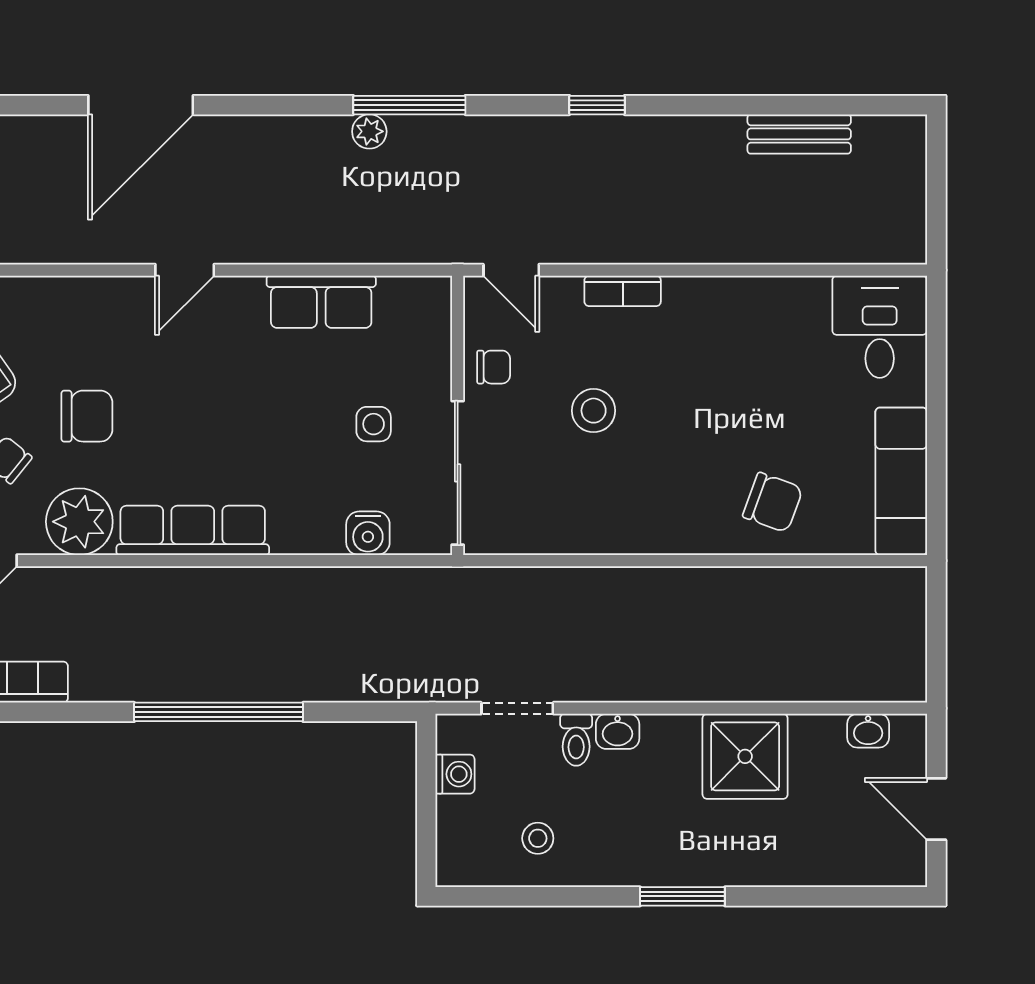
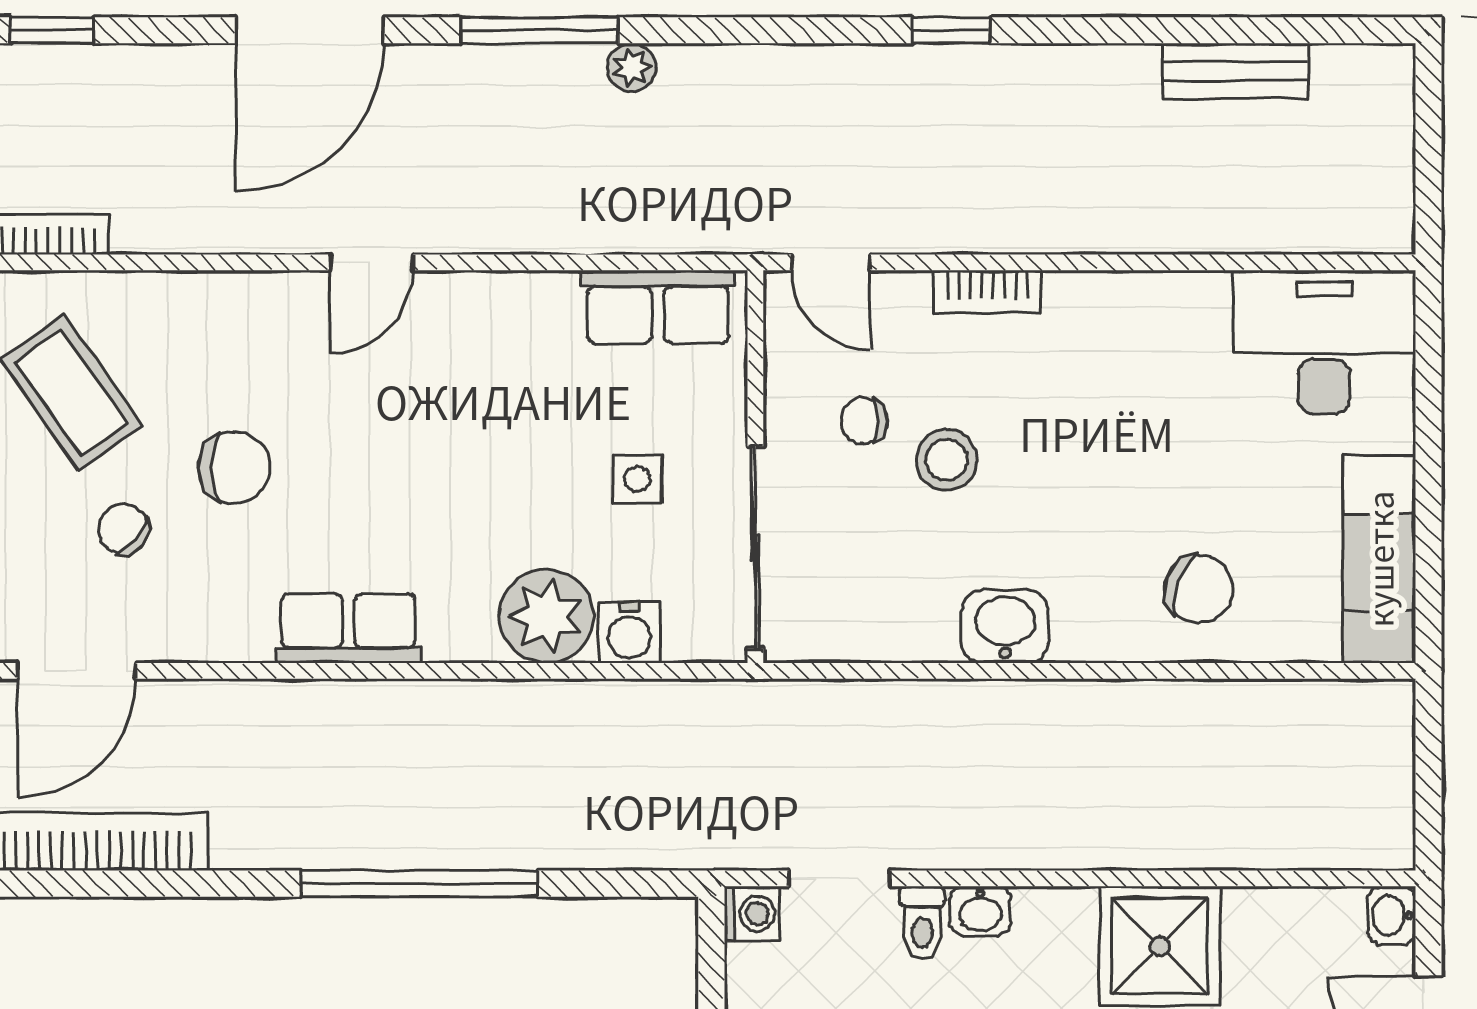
window: (409, 105) -> (540, 30), moved
row of seats: (321, 302) -> (658, 307), moved
desk: (880, 327) -> (1324, 342), width x1.37
chair: (494, 367) -> (864, 421), moved, turned 180
plant: (79, 522) -> (546, 616), moved
washbasin: (635, 529) -> (1005, 626), added
row of seats: (193, 530) -> (348, 628), width x0.68
washbasin: (868, 731) -> (1392, 916), moved, turned 90
washing machine: (455, 774) -> (752, 914), moved

